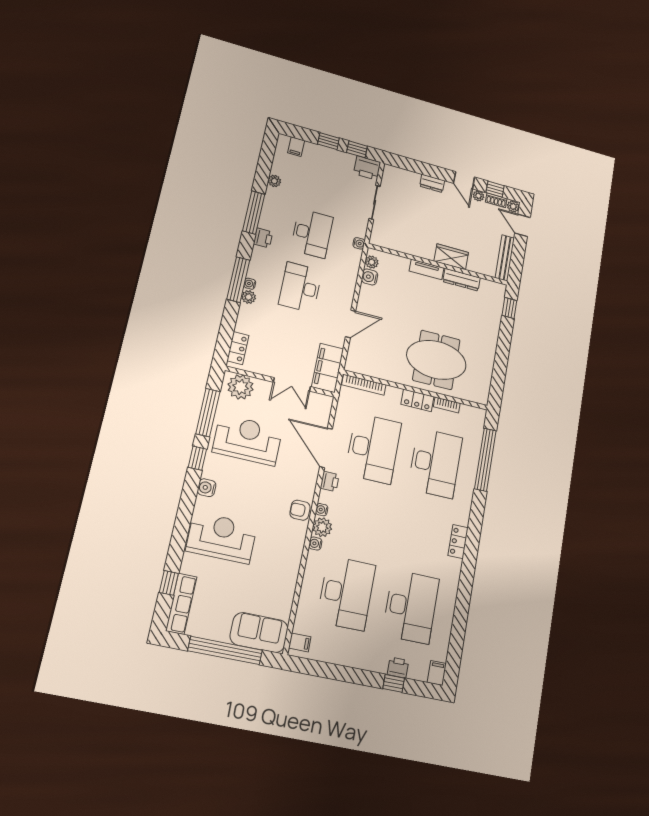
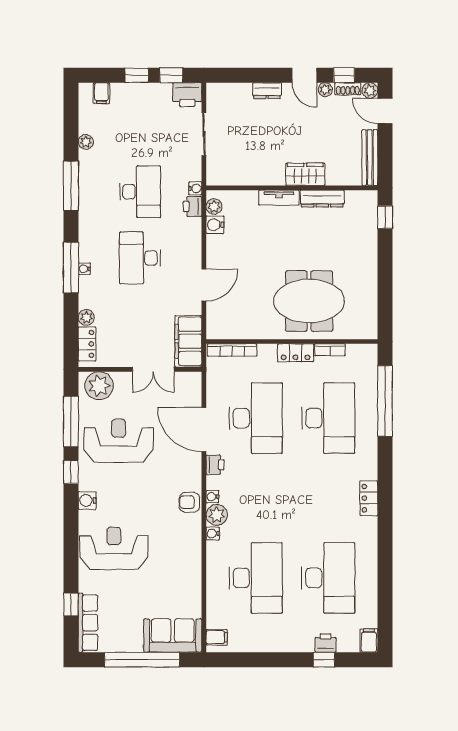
printer: (263, 238) -> (193, 206), moved, turned 180
plant: (249, 297) -> (86, 317), moved

